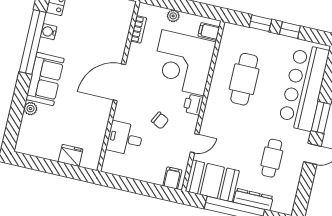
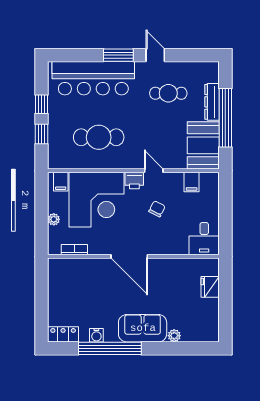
desk: (125, 138) -> (204, 239), moved
door: (195, 143) -> (154, 171), moved
filing cabinet: (172, 178) -> (192, 182), moved, turned -90

